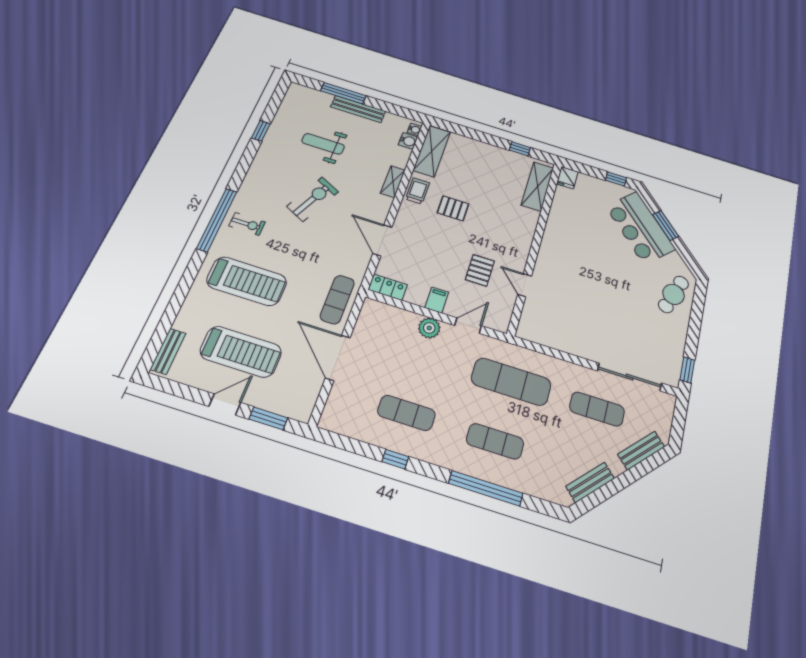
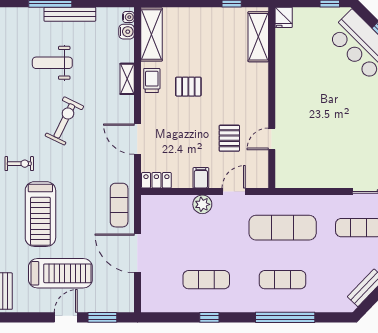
treadmill: (247, 281) -> (40, 214), turned 90
door: (525, 285) -> (272, 139), hinge flipped

